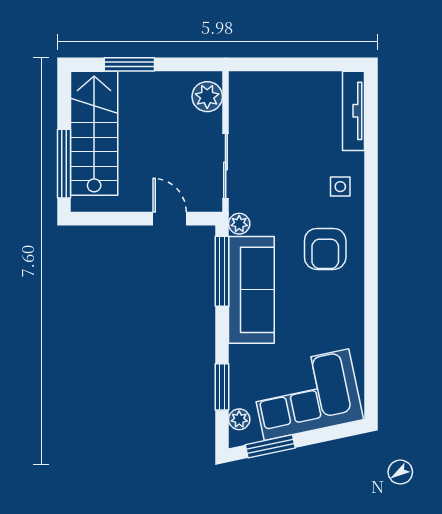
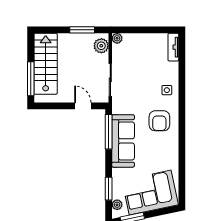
window: (129, 64) -> (82, 30), moved
tv unit: (354, 111) -> (173, 47), width x0.71
plant: (239, 224) -> (117, 38), moved

